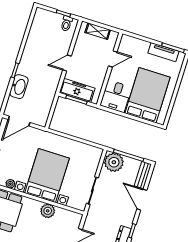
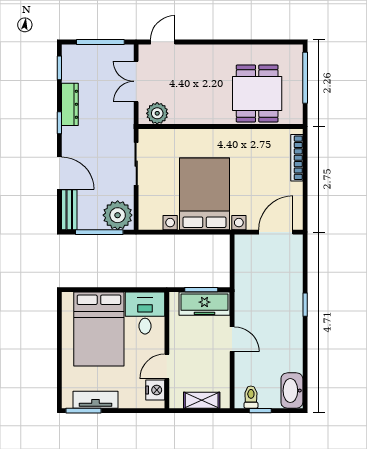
nightstand: (125, 47) -> (155, 390), added
door: (67, 63) -> (232, 339), hinge flipped
washbasin: (19, 87) -> (292, 391), moved
bed with nightstands: (47, 176) -> (204, 194), moved, turned 180
plant: (10, 184) -> (260, 136), removed
plant: (48, 211) -> (157, 113), moved

